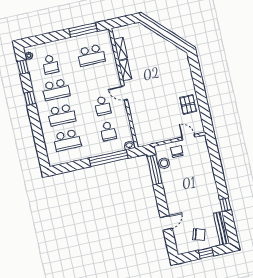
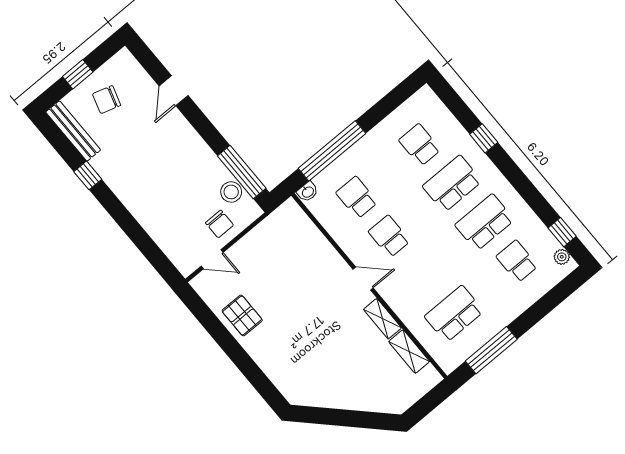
window: (30, 98) -> (484, 138), moved
school desk: (67, 140) -> (420, 145), width x0.54

